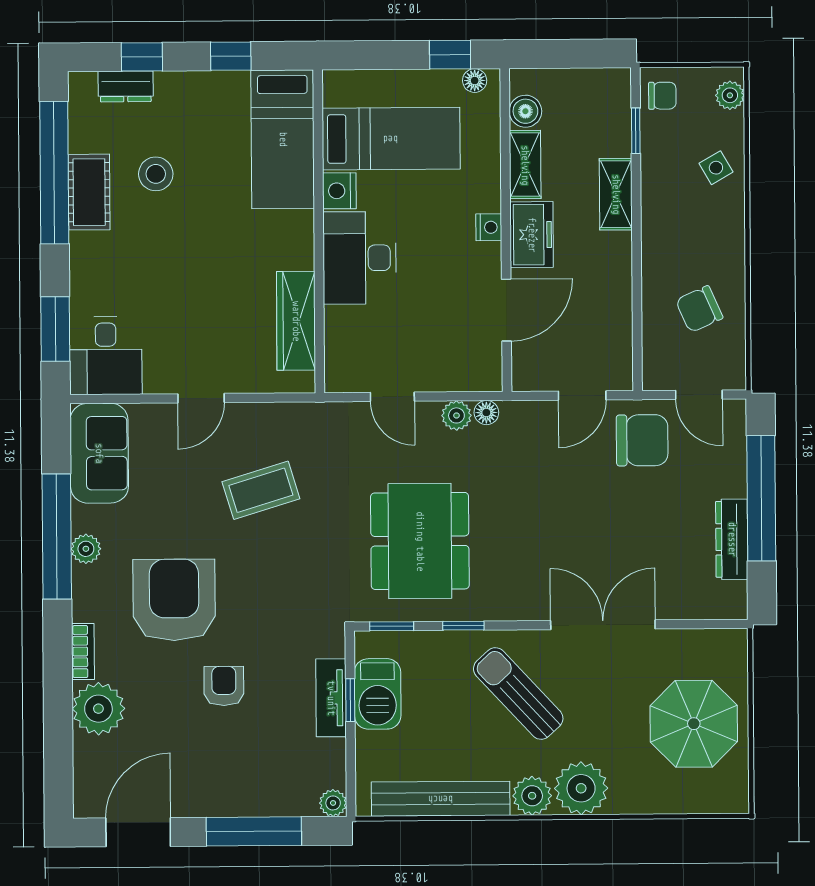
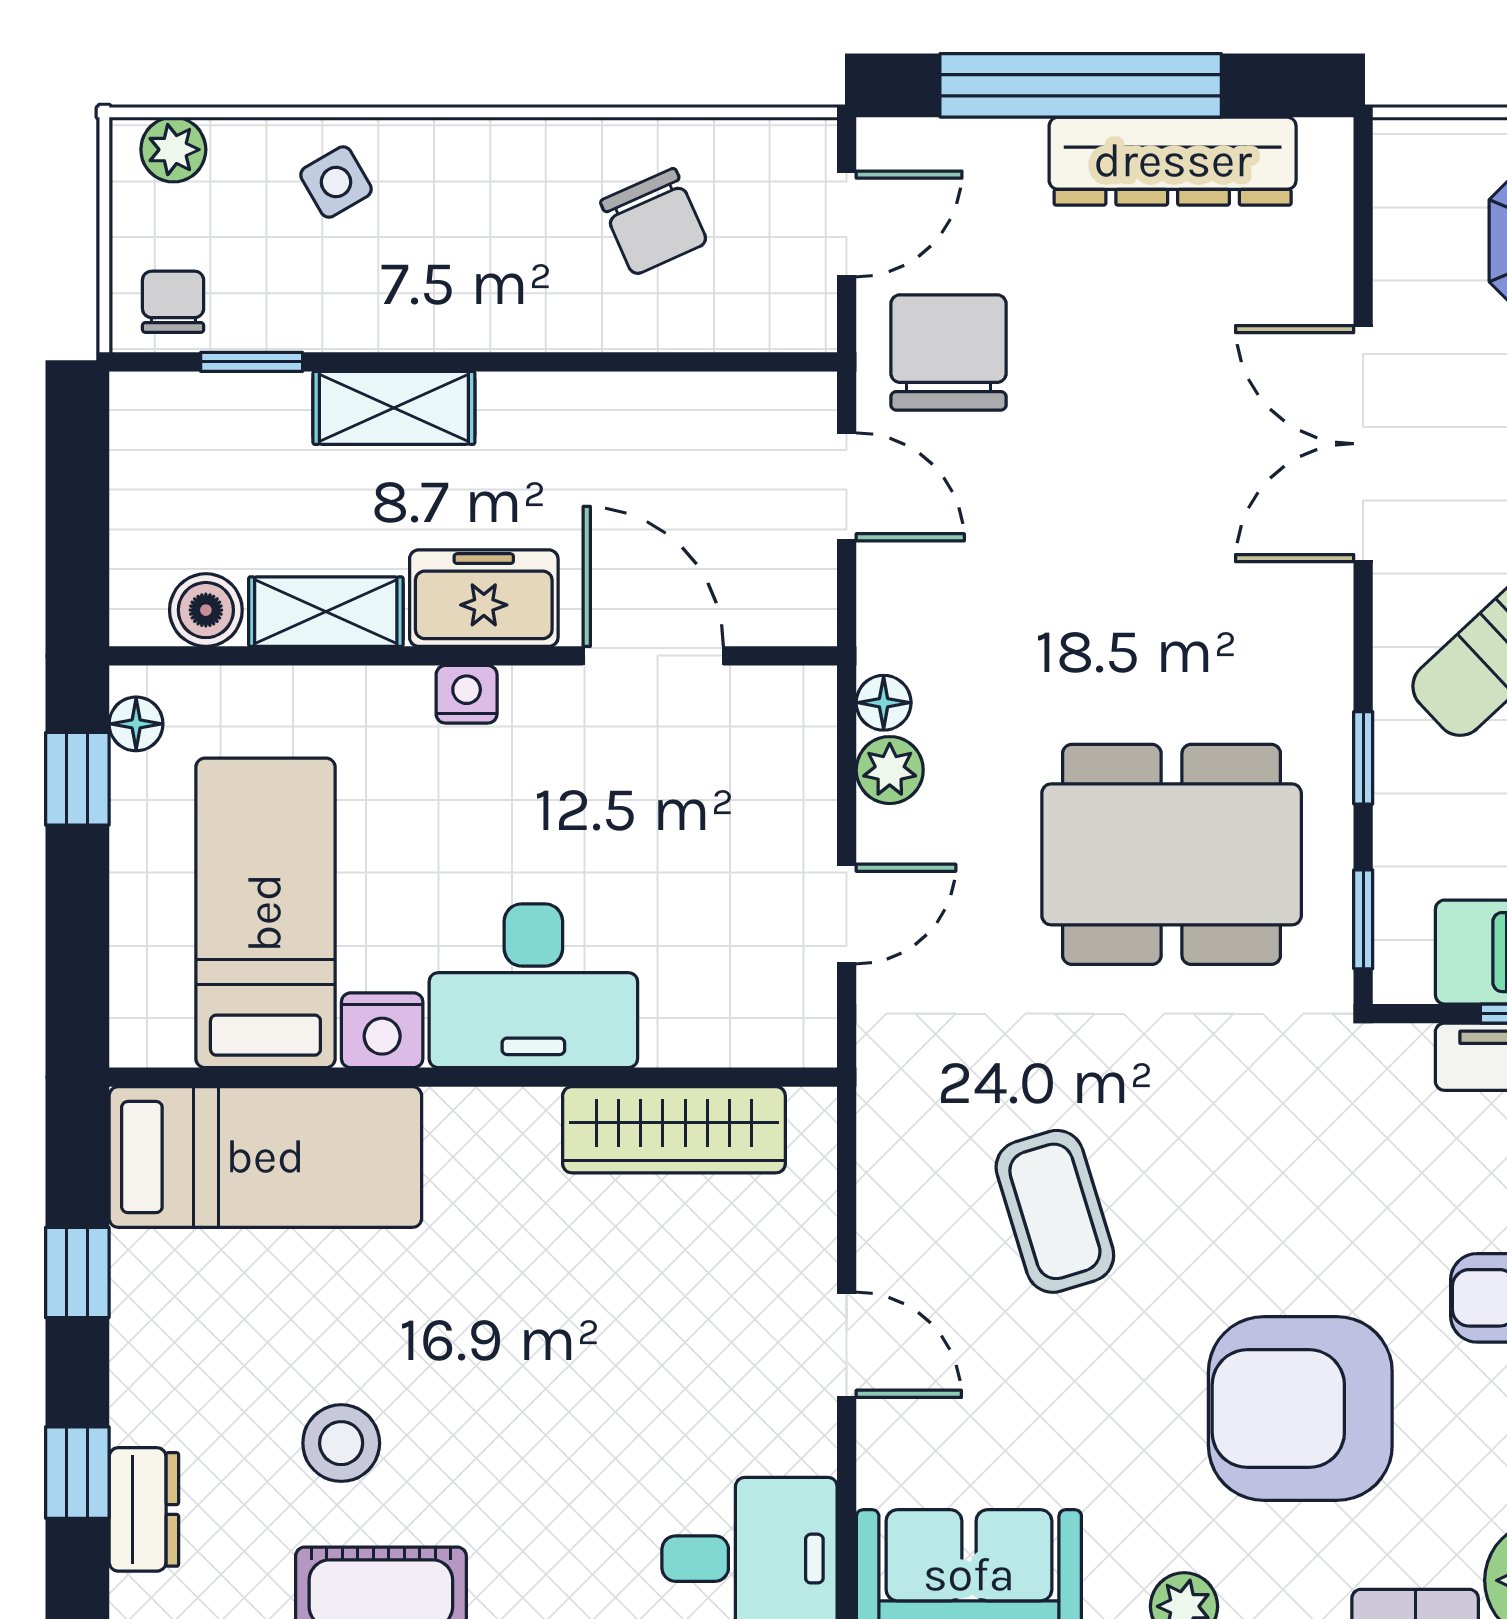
dresser: (732, 539) -> (1173, 161), width x1.37, depth x1.24

